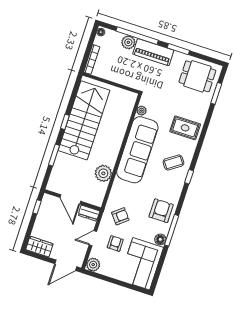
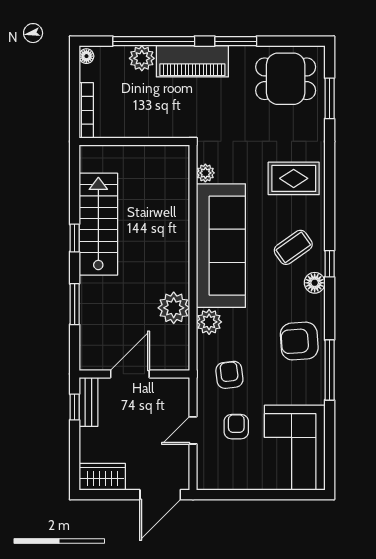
stairs: (84, 120) -> (98, 224), width x0.73, depth x0.66
door: (70, 199) -> (130, 374), swing flipped
bench: (45, 207) -> (88, 402), added
armchair: (161, 211) -> (299, 341), turned -94
dresser: (89, 213) -> (171, 388), removed
armchair: (120, 216) -> (229, 375), turned -58
floor lamp: (160, 239) -> (315, 283), moved
plant: (93, 265) -> (209, 322), moved

